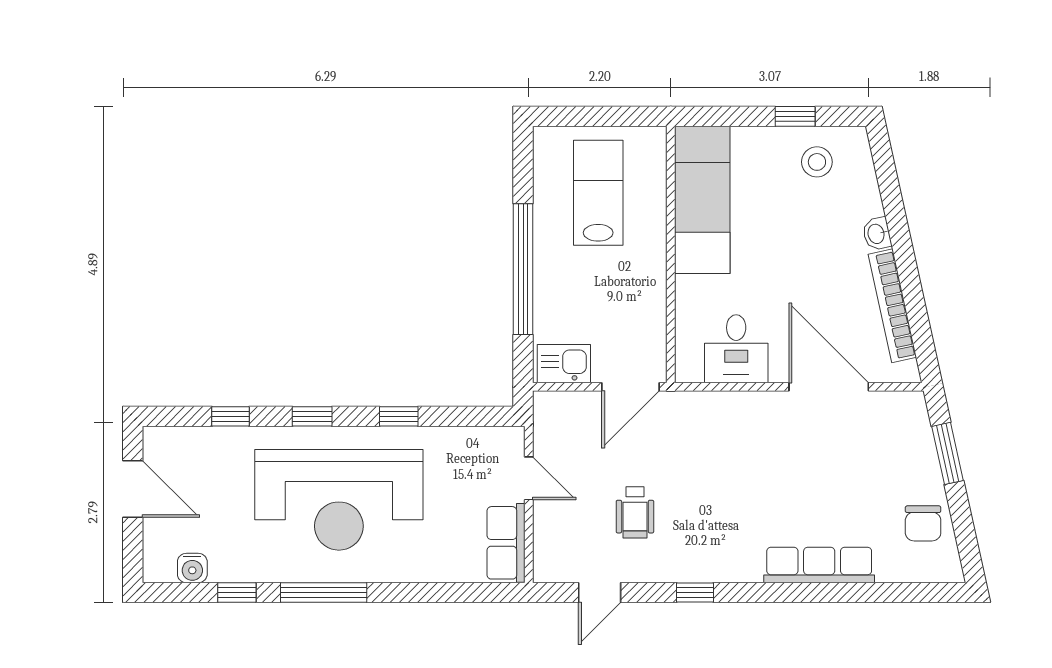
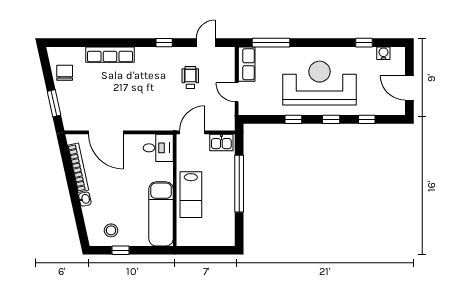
lab bench: (598, 193) -> (191, 195), moved
desk: (736, 349) -> (158, 148), moved, turned 90
window: (324, 592) -> (271, 43), moved

